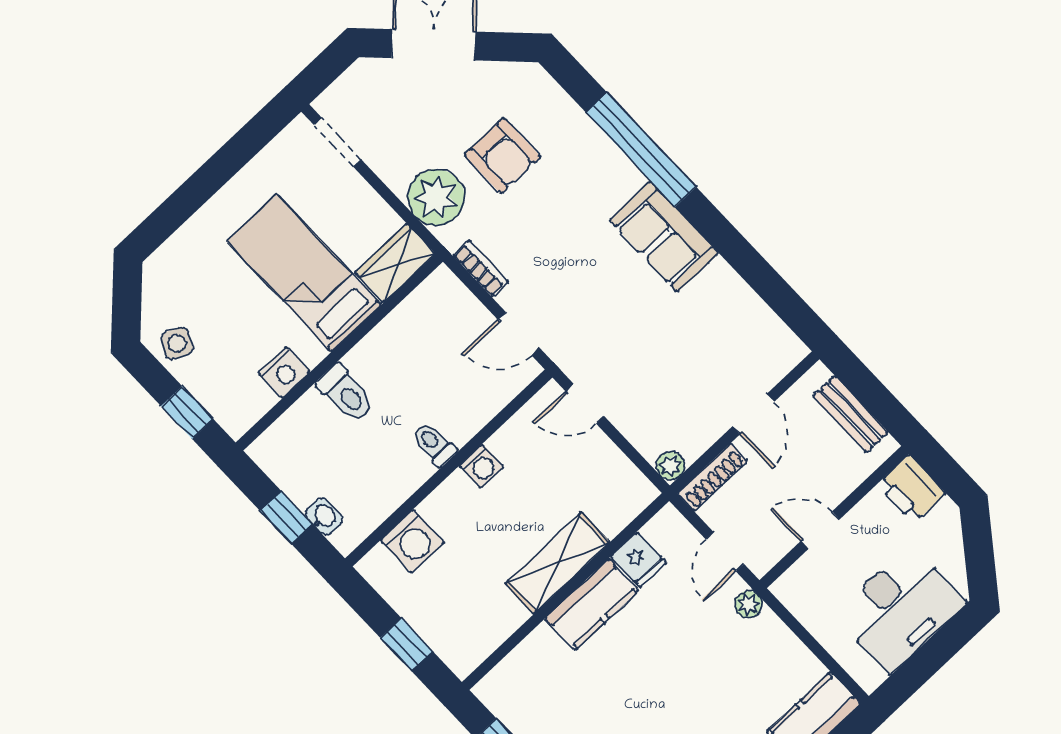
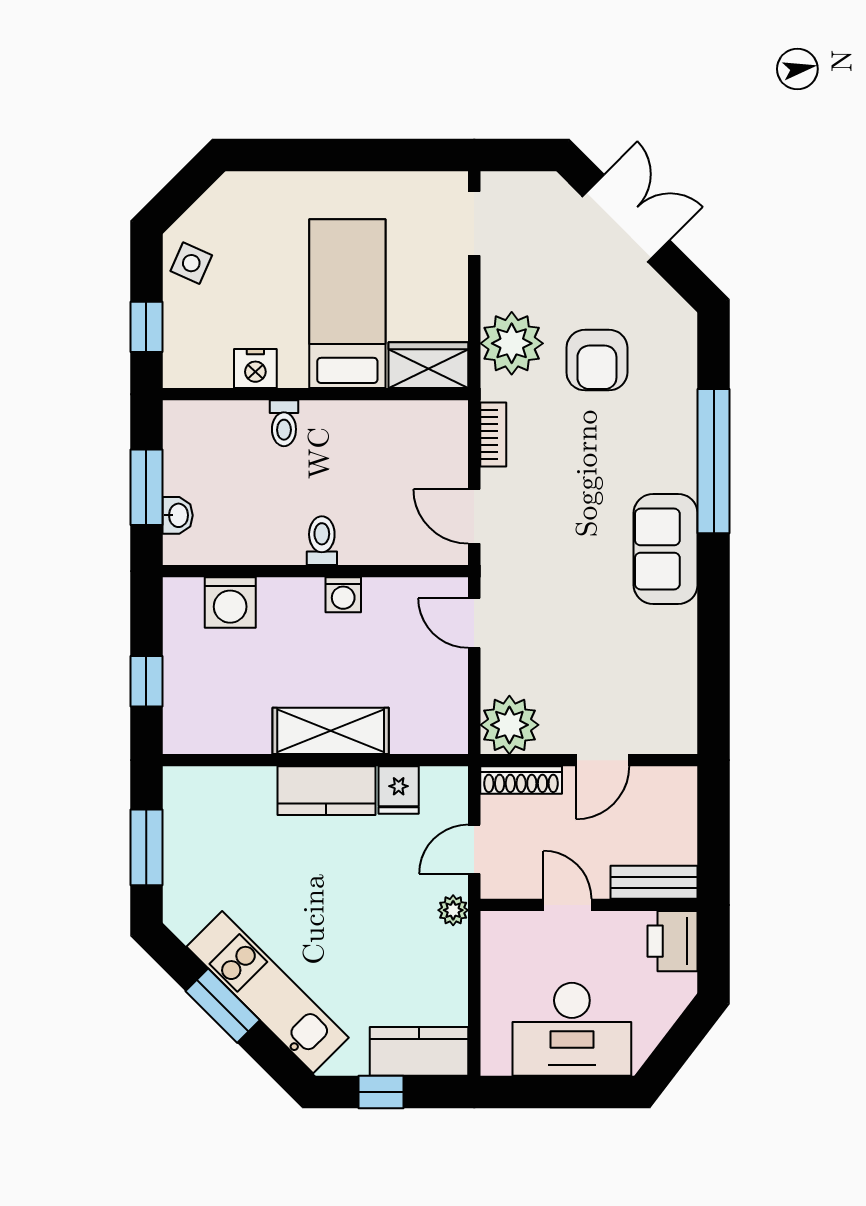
toilet: (346, 393) -> (284, 423), width x0.73, depth x0.72
bench: (851, 414) -> (654, 882), moved, turned 90
plant: (670, 466) -> (509, 725), width x1.88, depth x1.88
window: (286, 517) -> (146, 487), width x1.50

